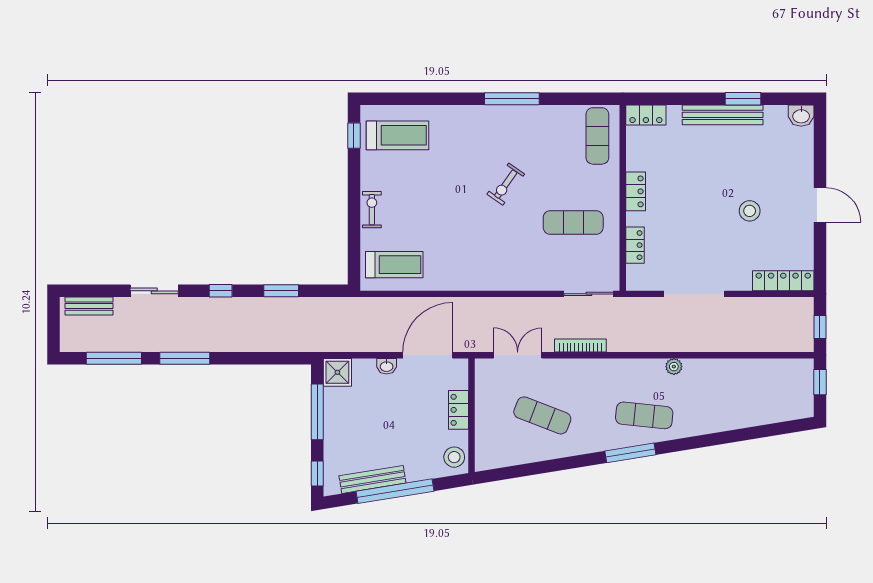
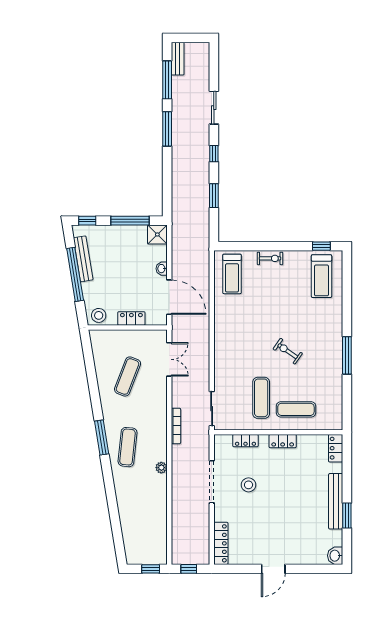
exercise mat: (597, 136) -> (296, 409), moved
stool: (750, 211) -> (249, 485), moved
bench: (89, 306) -> (178, 59), moved
bookcase: (580, 346) -> (176, 426), moved

